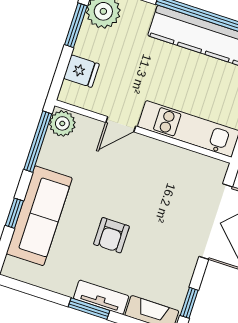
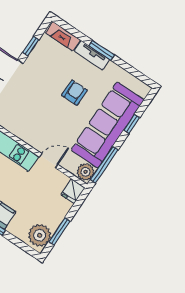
fridge: (81, 71) -> (73, 191), moved, turned -90
sofa: (39, 216) -> (108, 125), width x1.36, depth x1.27
window: (189, 303) -> (31, 46), moved

